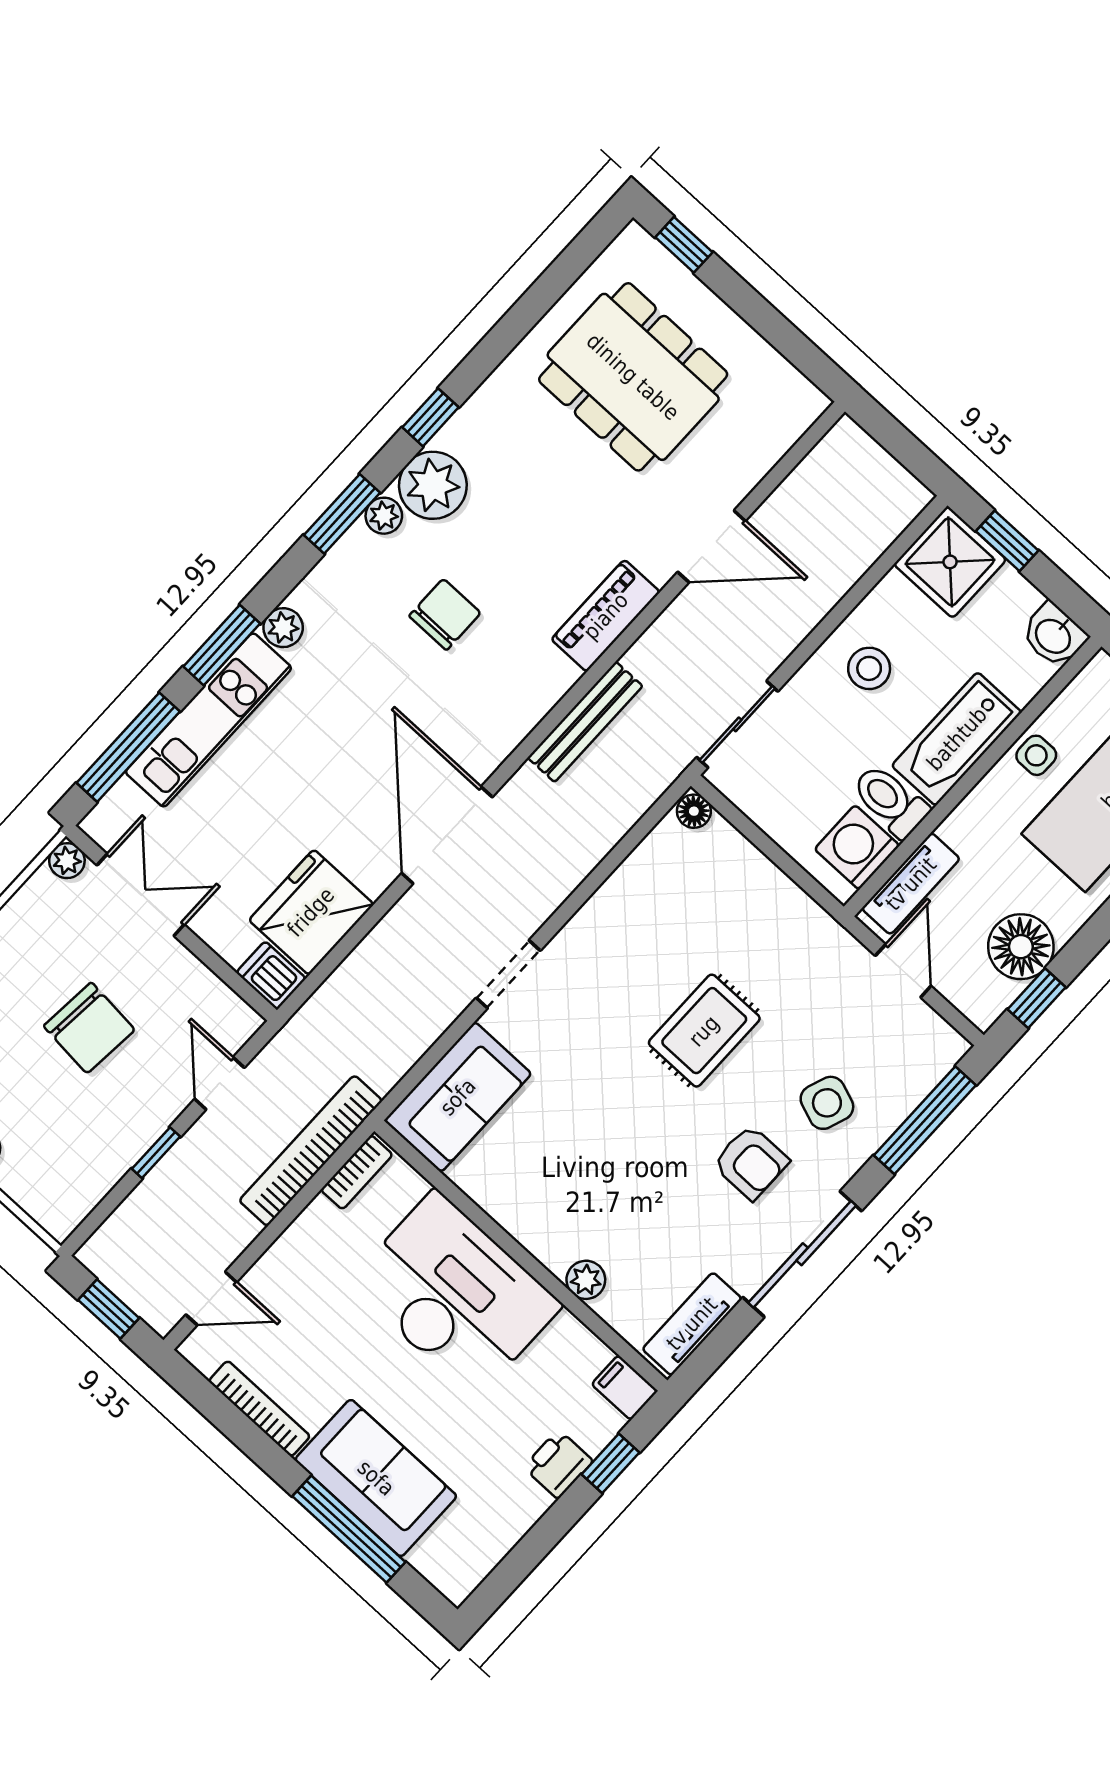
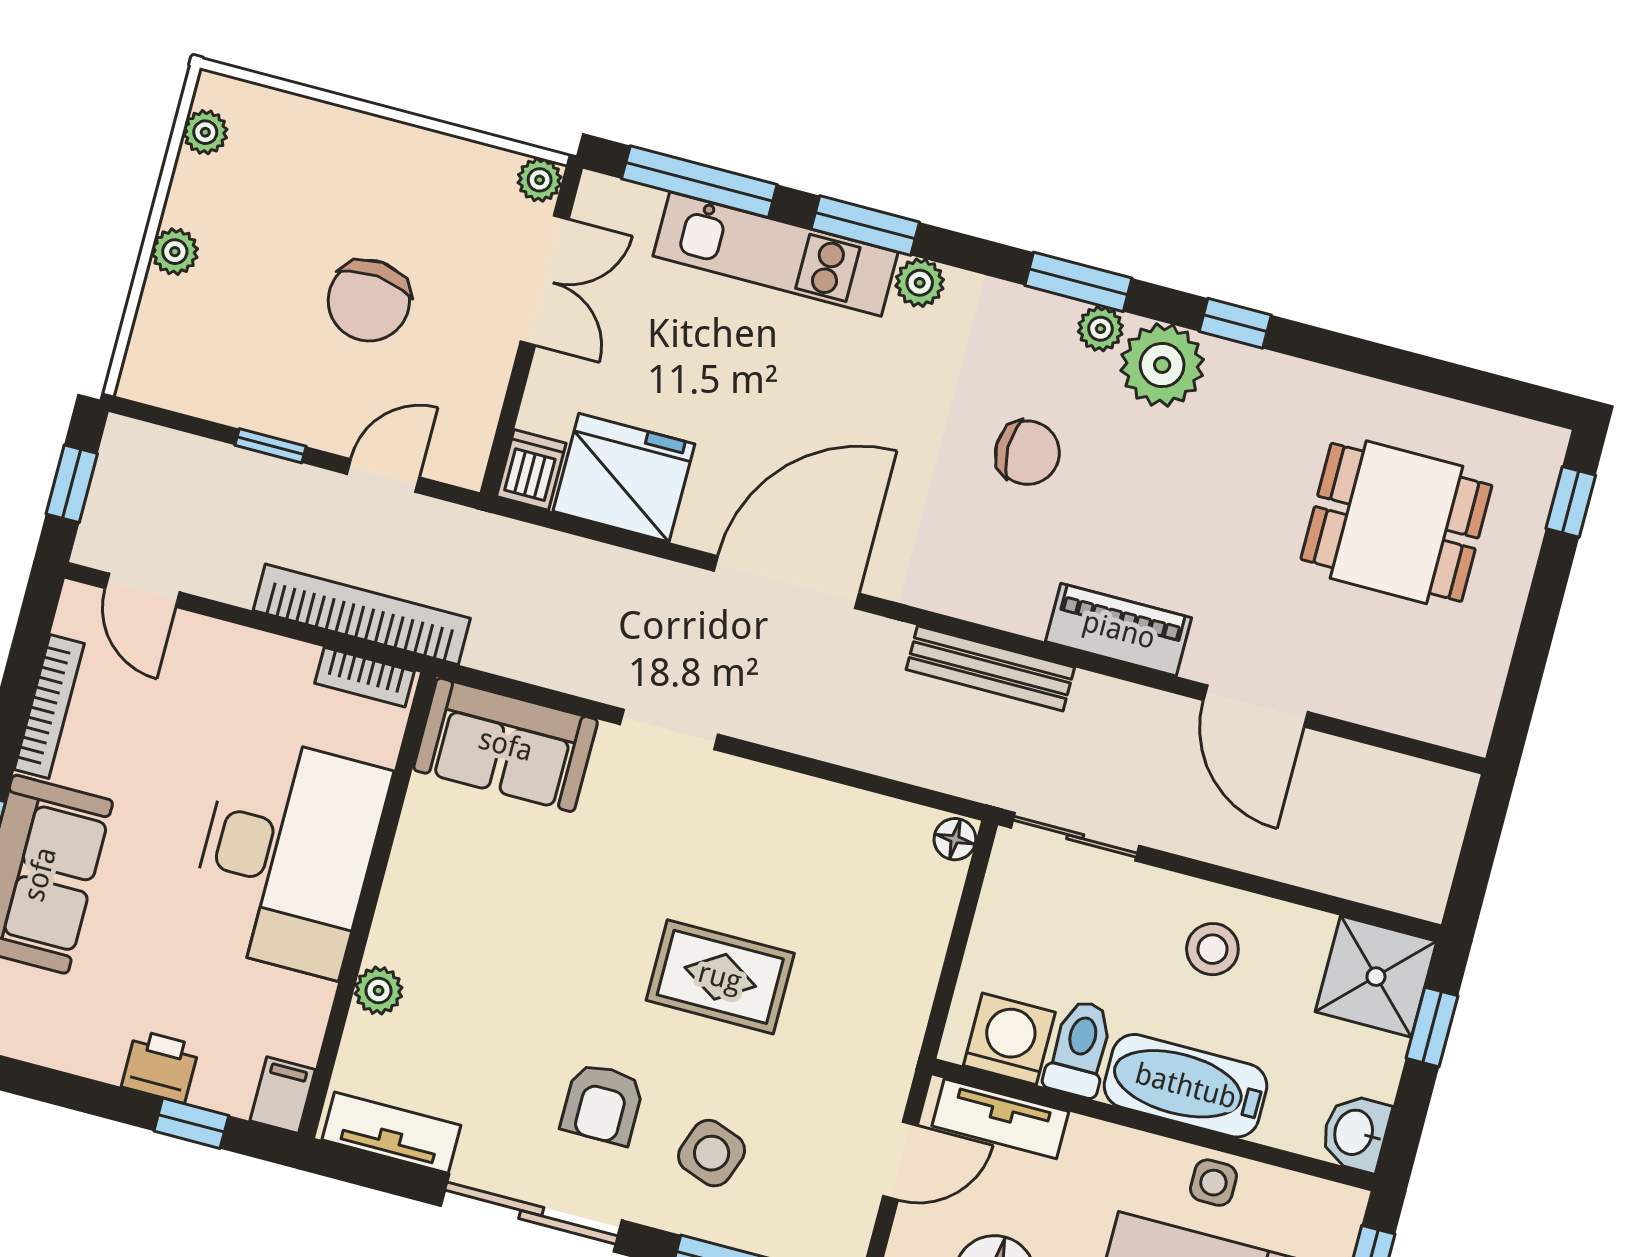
dining table: (633, 377) -> (1396, 522), width x0.73

